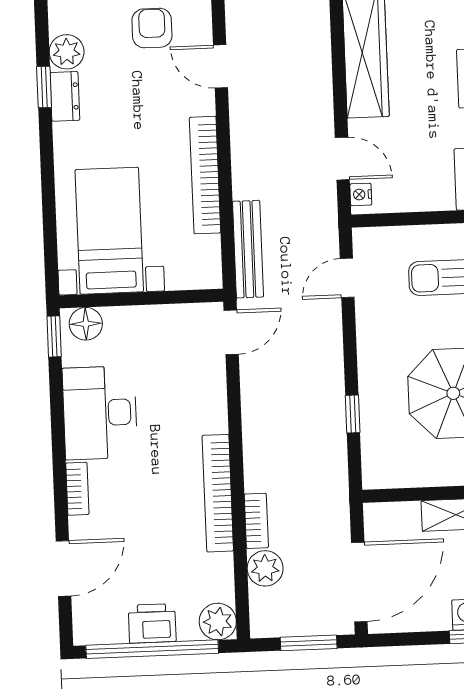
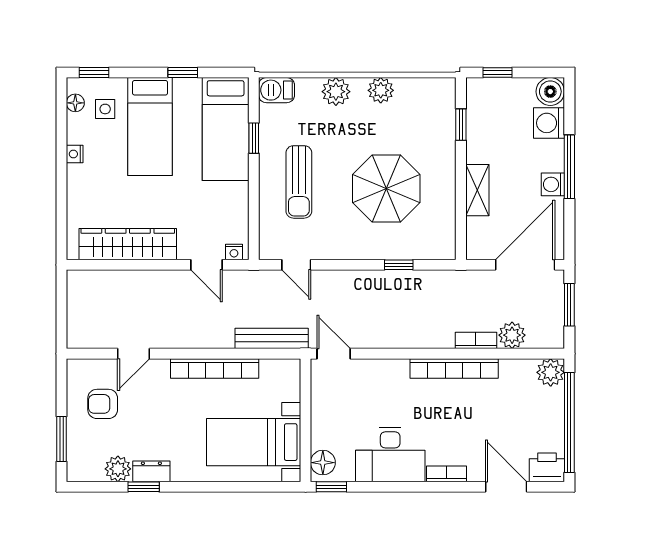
door: (342, 159) -> (206, 265), swing flipped
door: (359, 582) -> (525, 265), hinge flipped
printer: (152, 623) -> (547, 467), moved, turned 90

